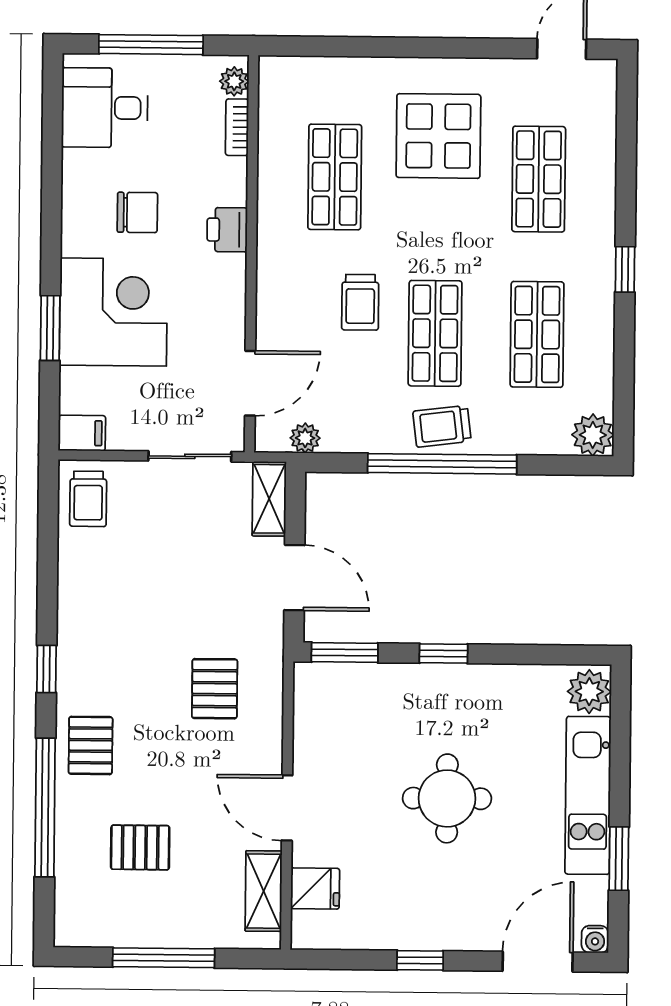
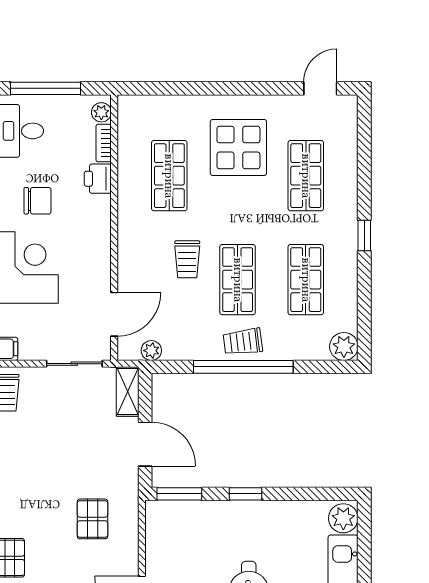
printer: (227, 230) -> (98, 179), moved

